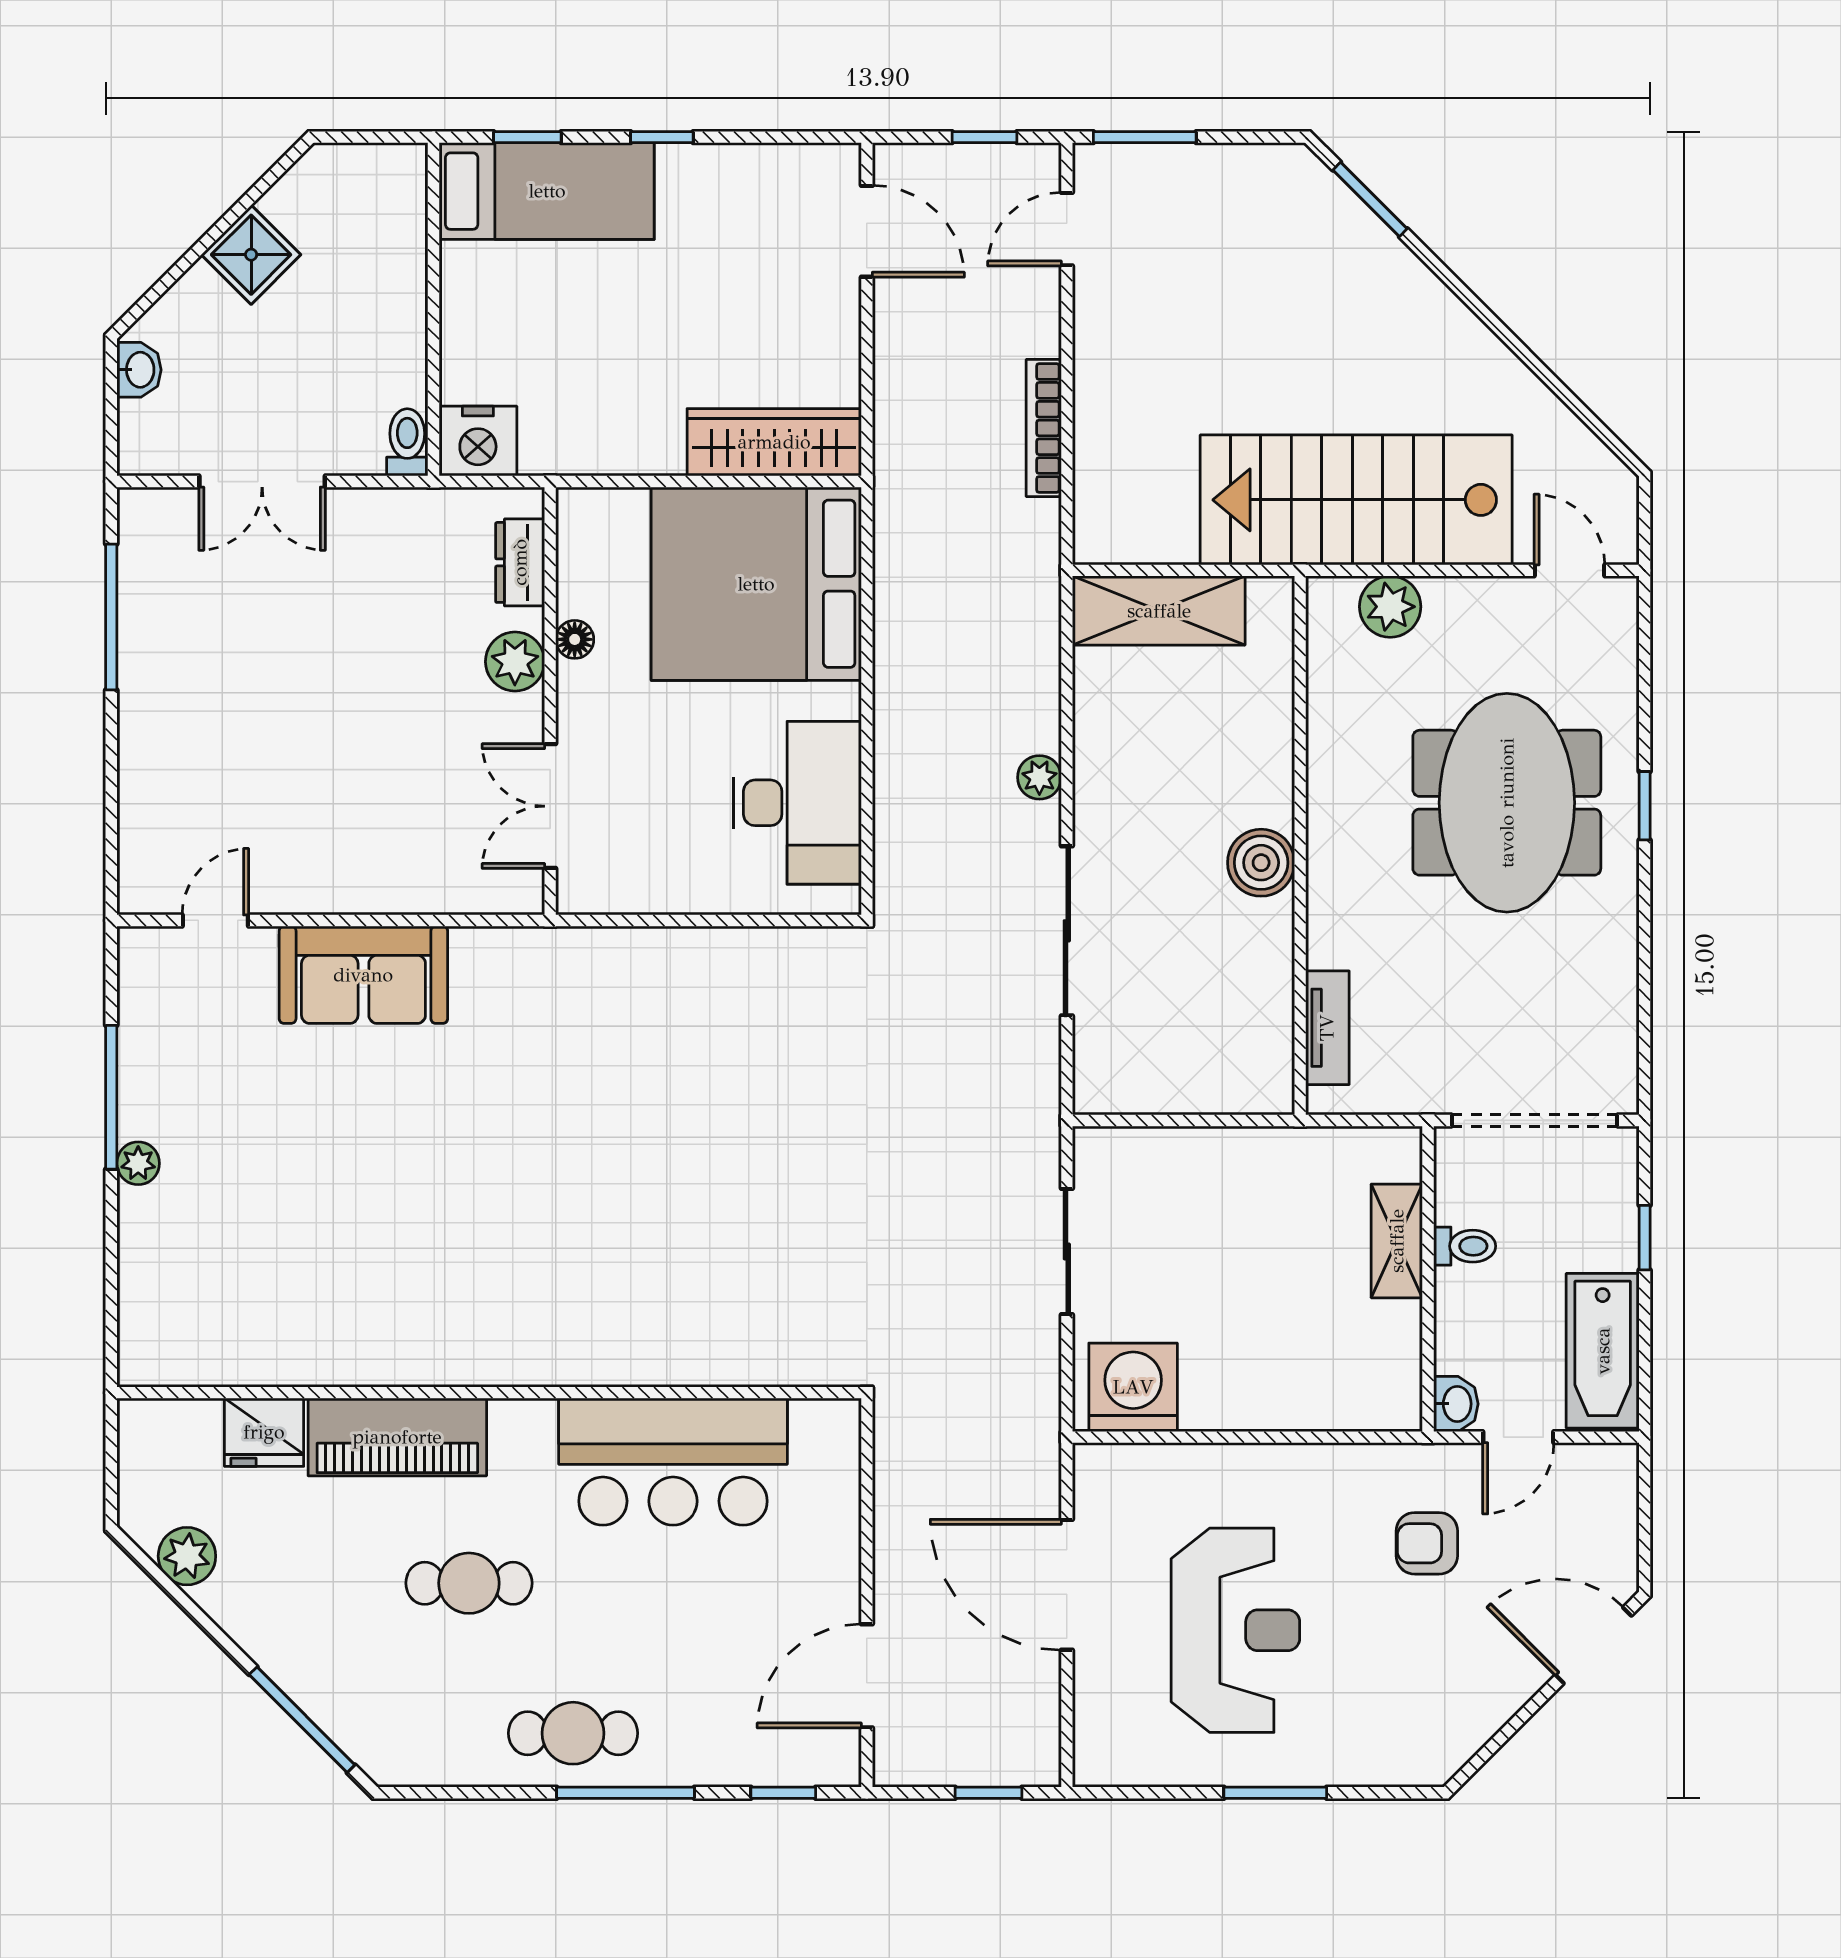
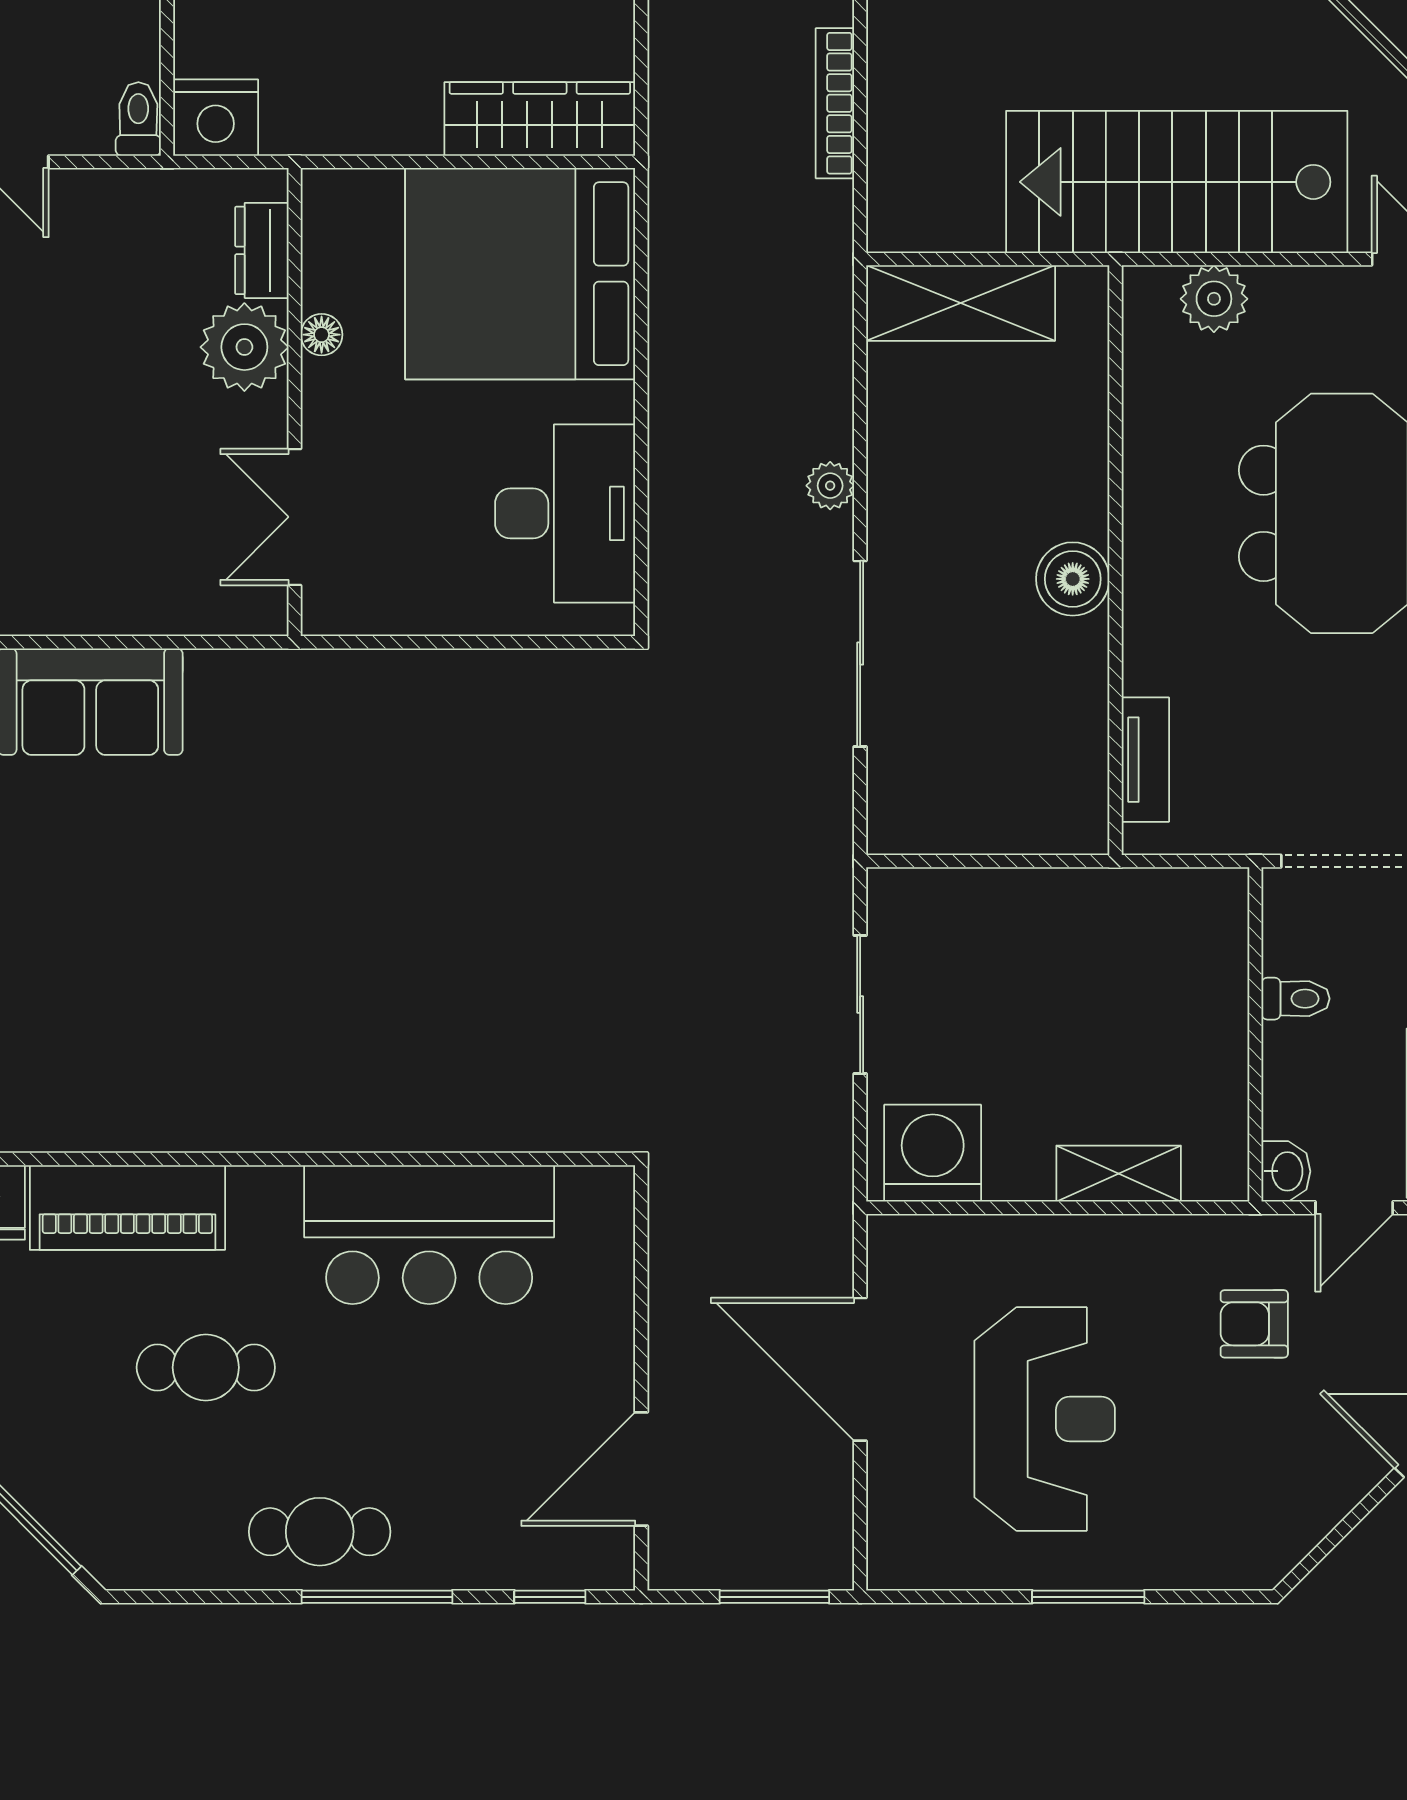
plant: (515, 662) -> (244, 347), width x1.36, depth x1.36
shelving: (1397, 1241) -> (1119, 1174), moved, turned 90
window: (989, 1793) -> (774, 1597), width x1.50

